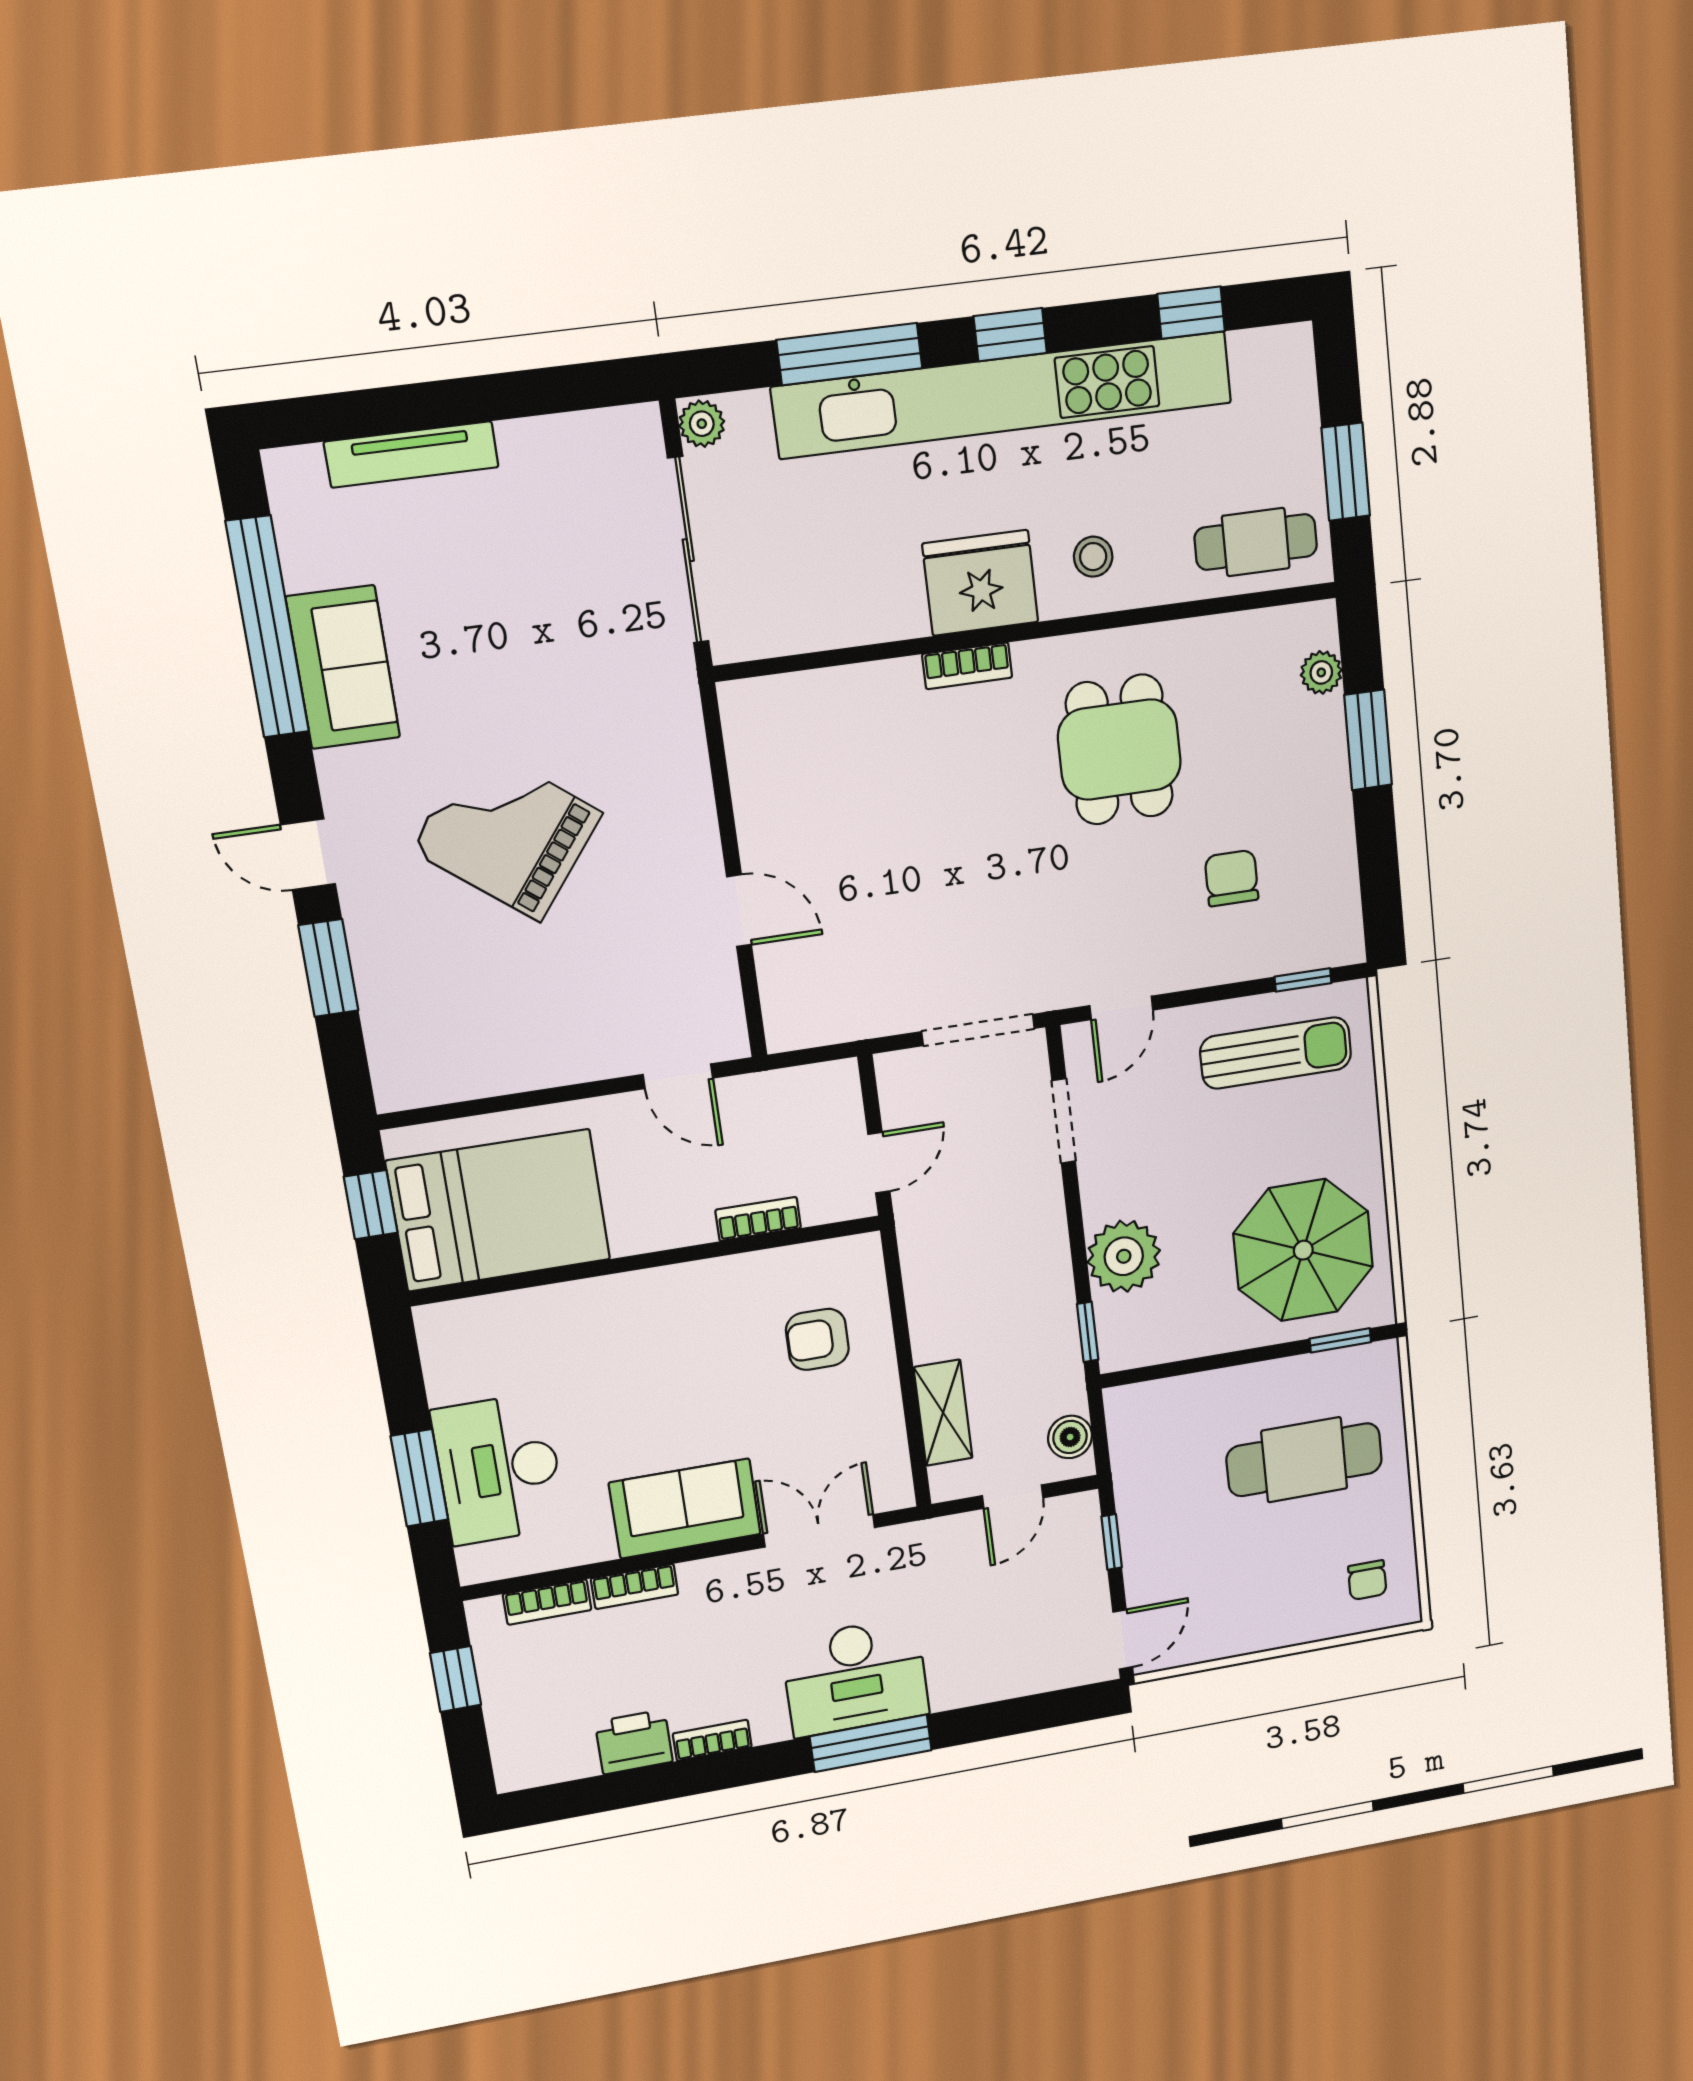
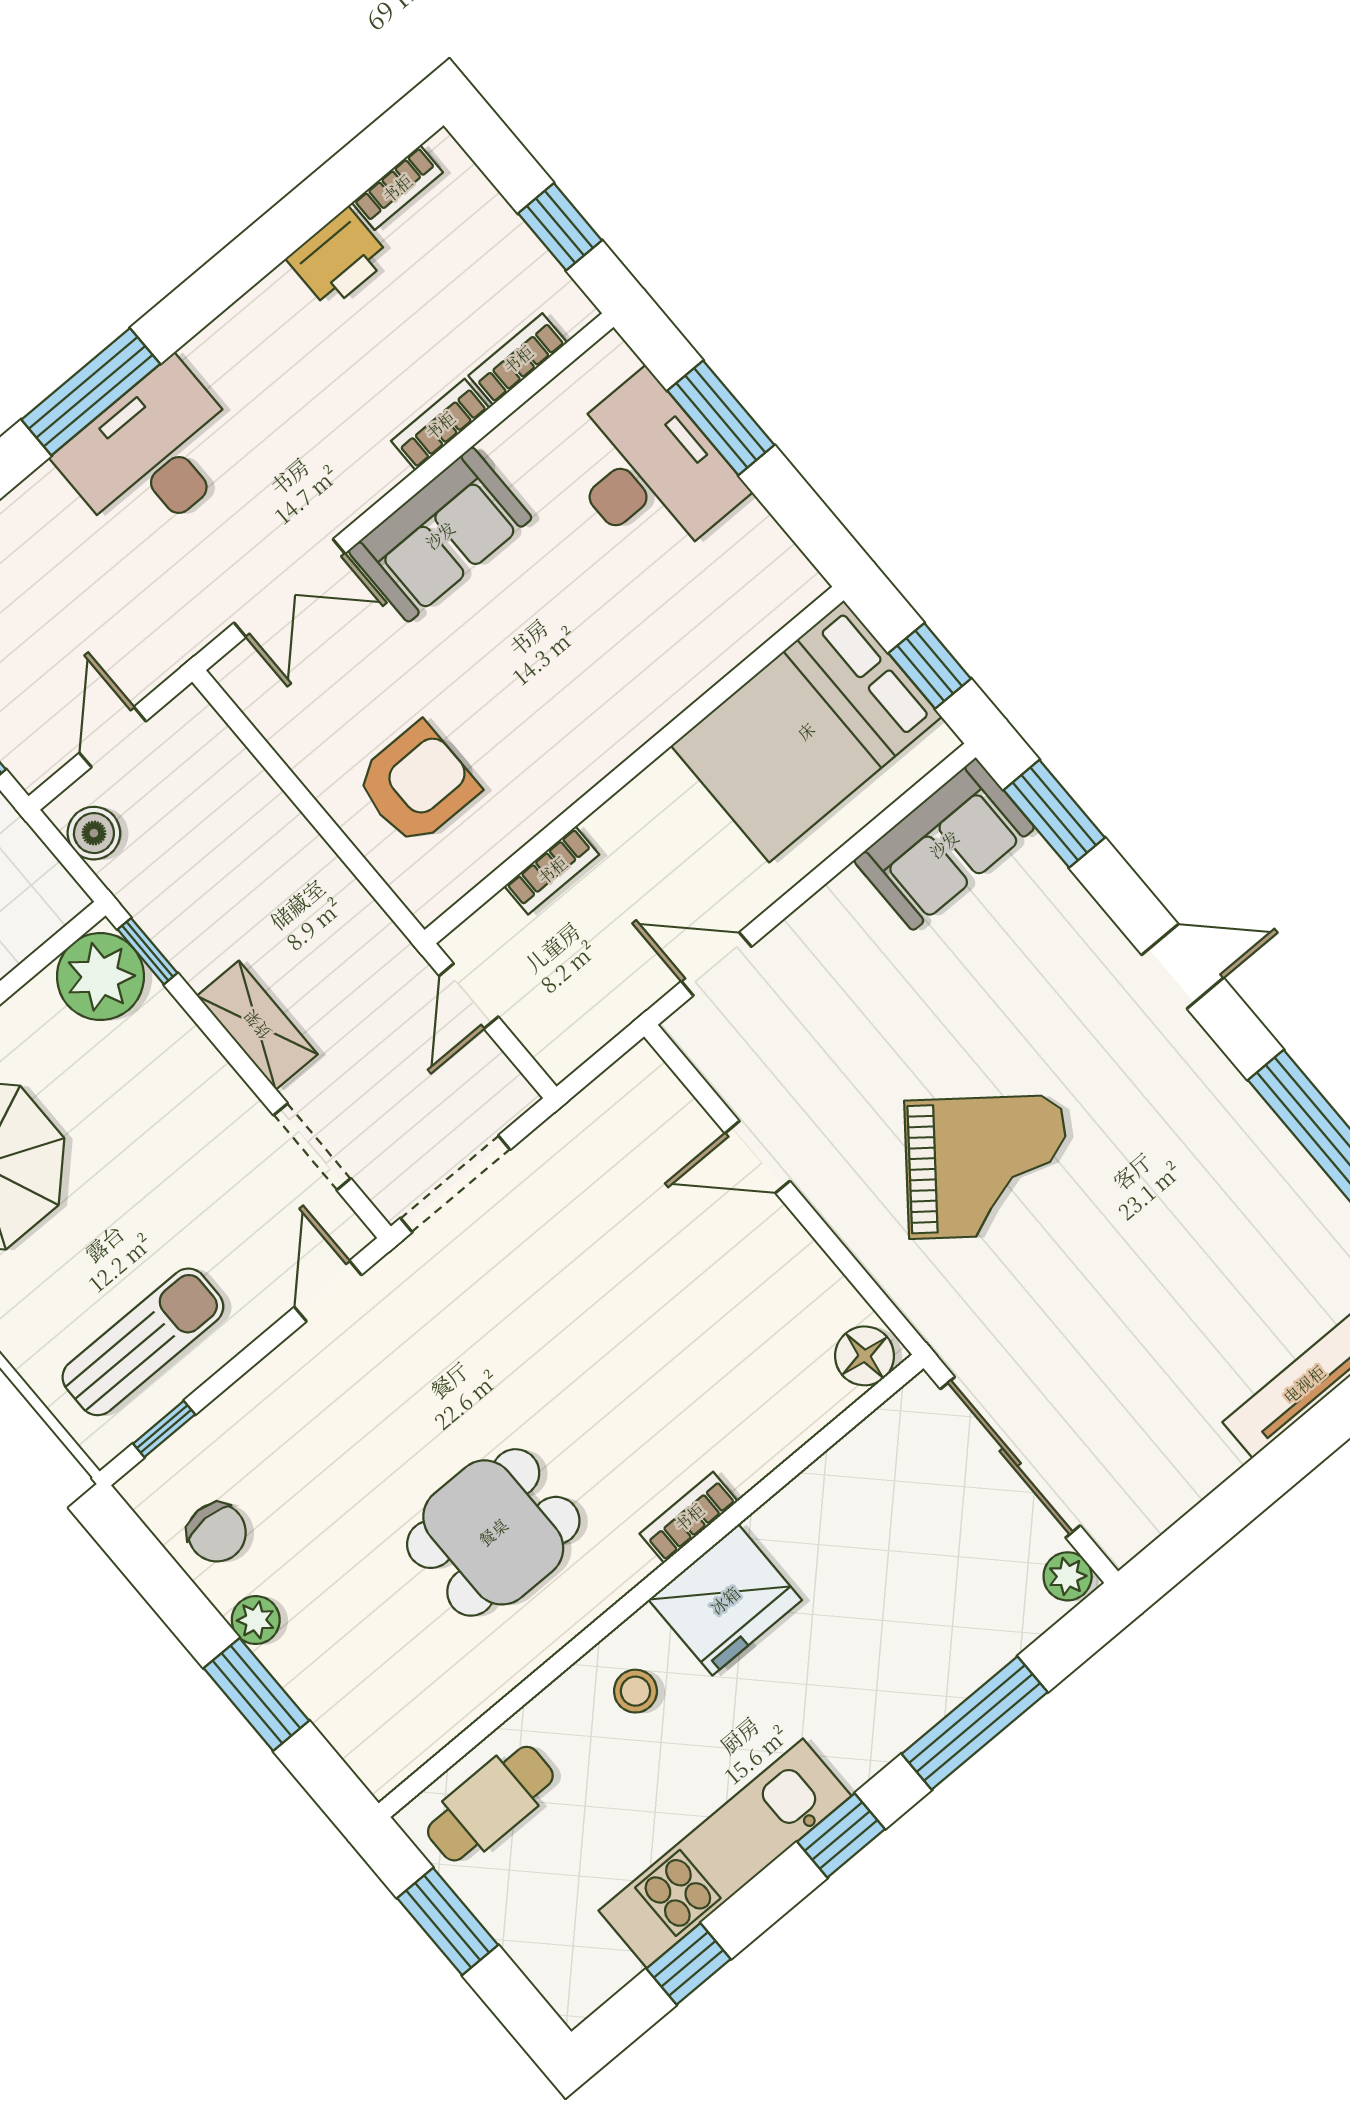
kitchen unit: (1004, 395) -> (725, 1853), width x0.54
sofa: (343, 667) -> (944, 844), moved, turned -90
plant: (1321, 672) -> (256, 1620), moved
floor lamp: (753, 705) -> (865, 1356), added
dining table: (1119, 750) -> (493, 1532), turned 90
grand piano: (507, 832) -> (986, 1167), moved
chair: (1232, 878) -> (217, 1533), moved
window: (328, 968) -> (1054, 814), moved
sun lounger: (1276, 1053) -> (143, 1342), turned 180
plant: (1124, 1256) -> (100, 977), moved
armchair: (817, 1339) -> (417, 784), width x1.38, depth x1.38
shelving: (943, 1413) -> (257, 1025), moved
bookcase: (712, 1740) -> (397, 188), moved

